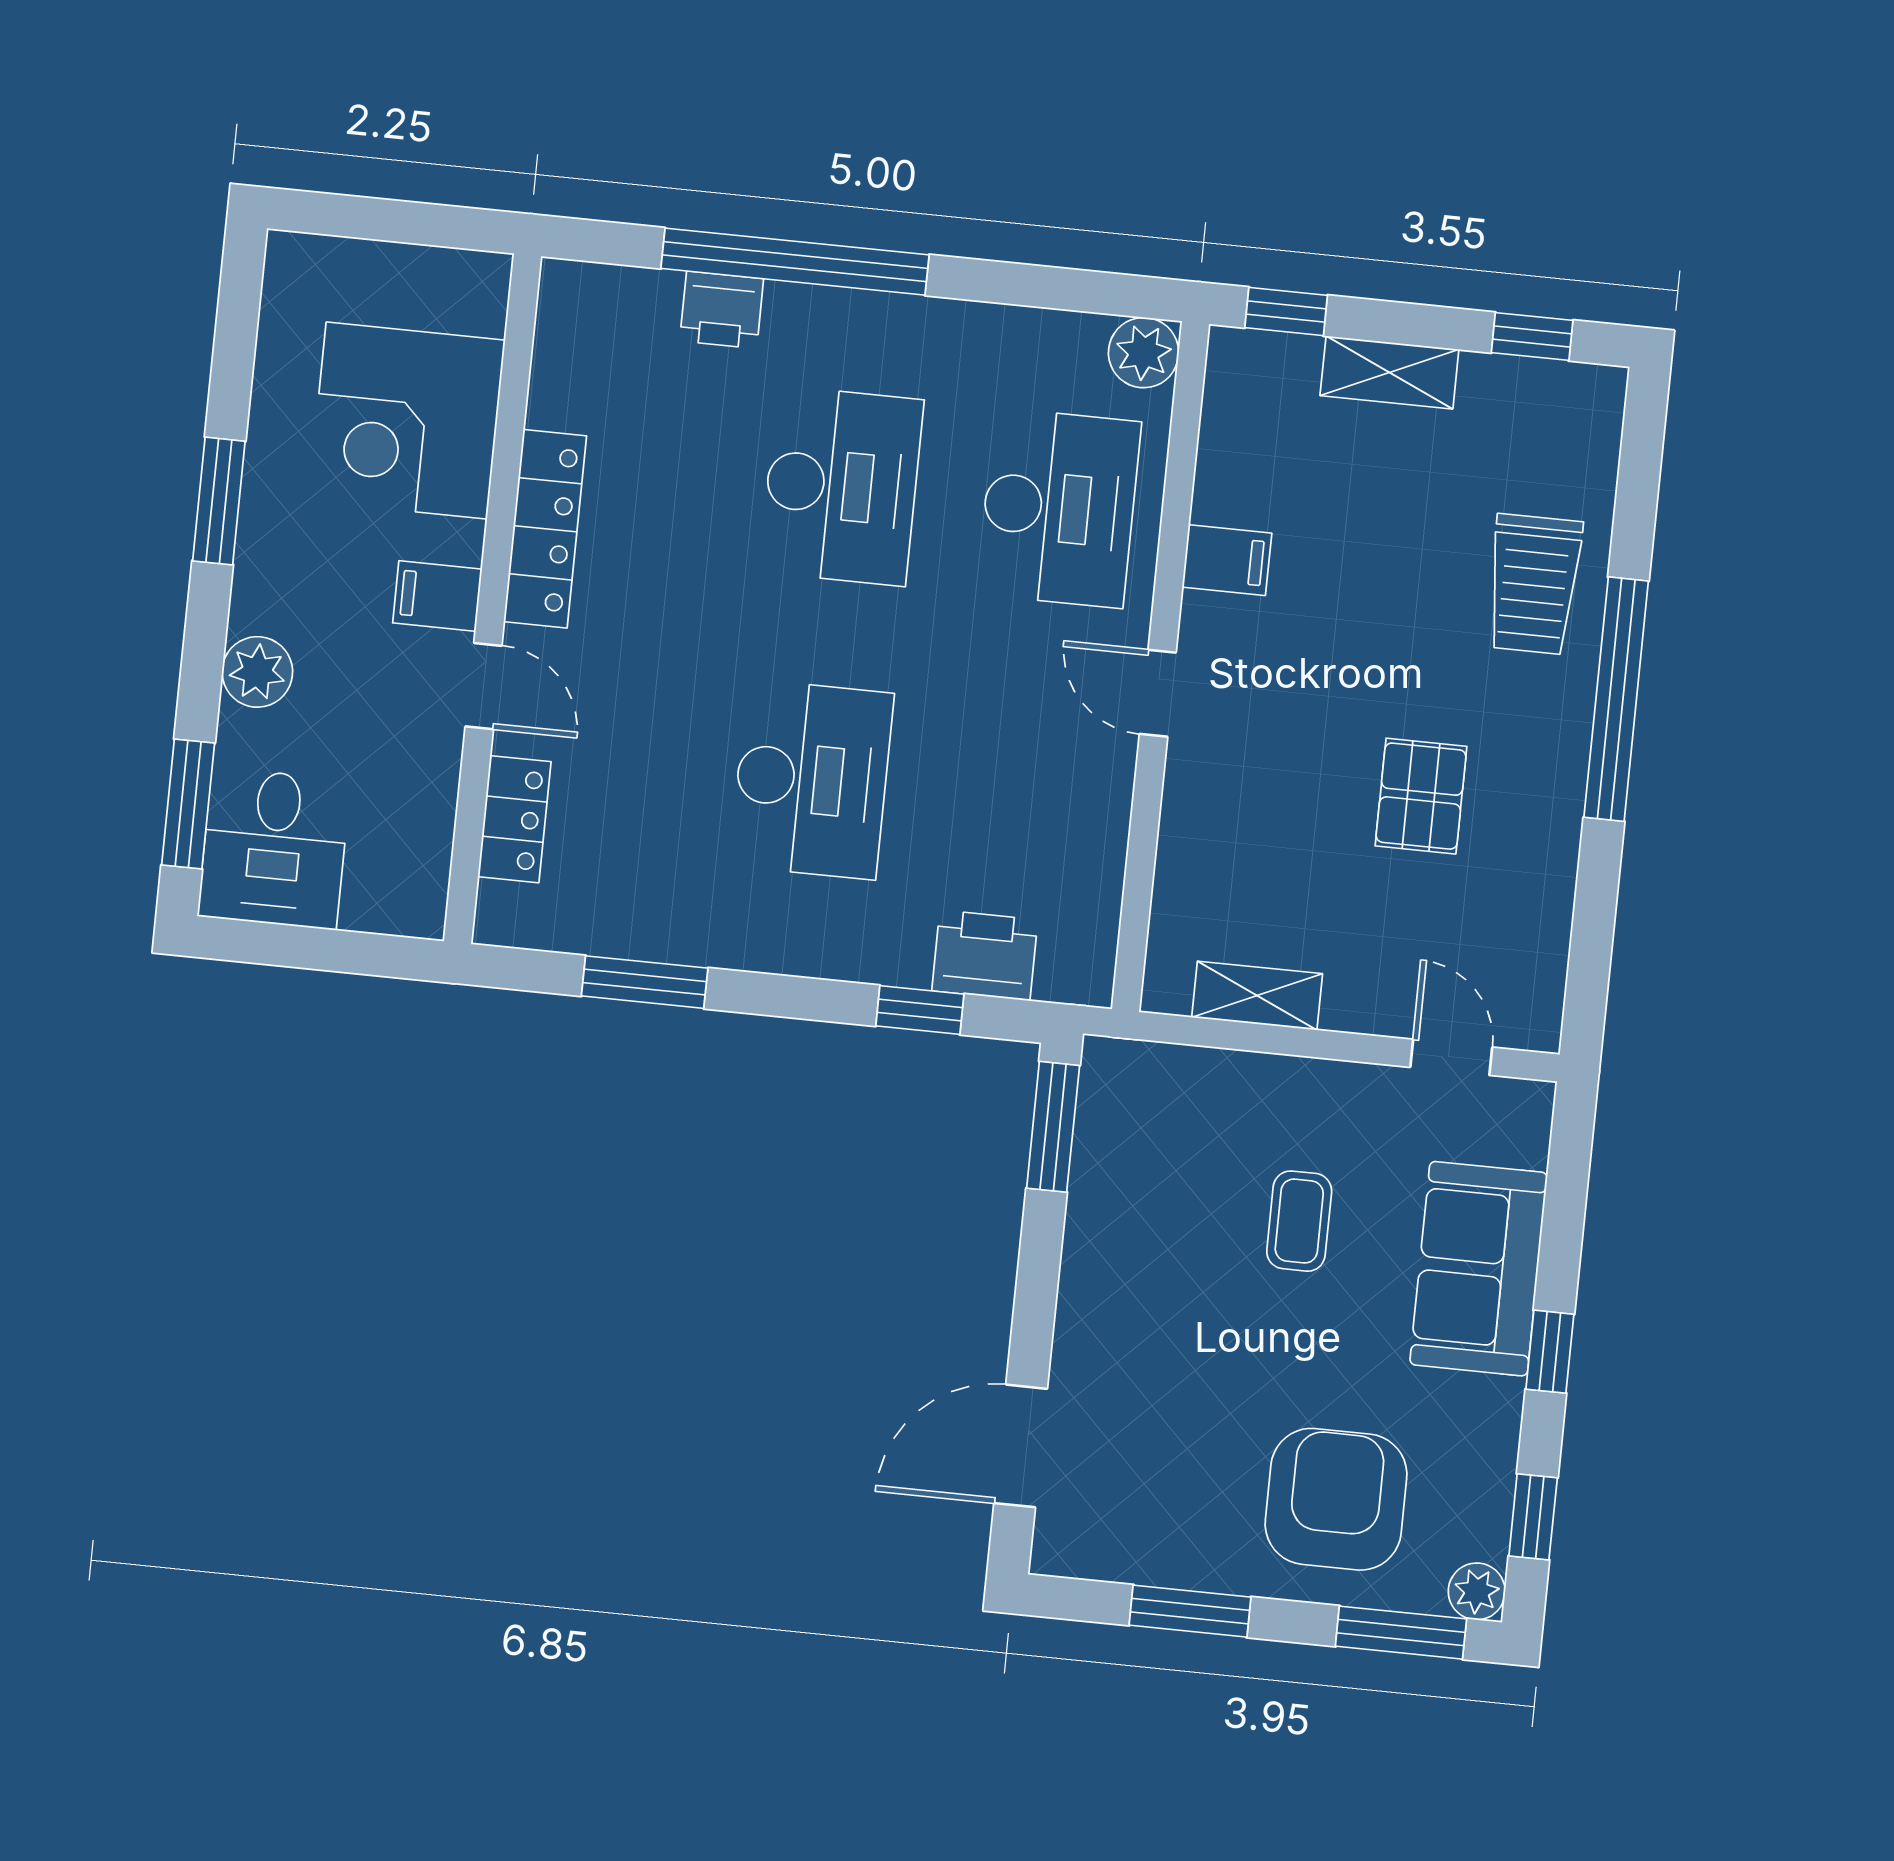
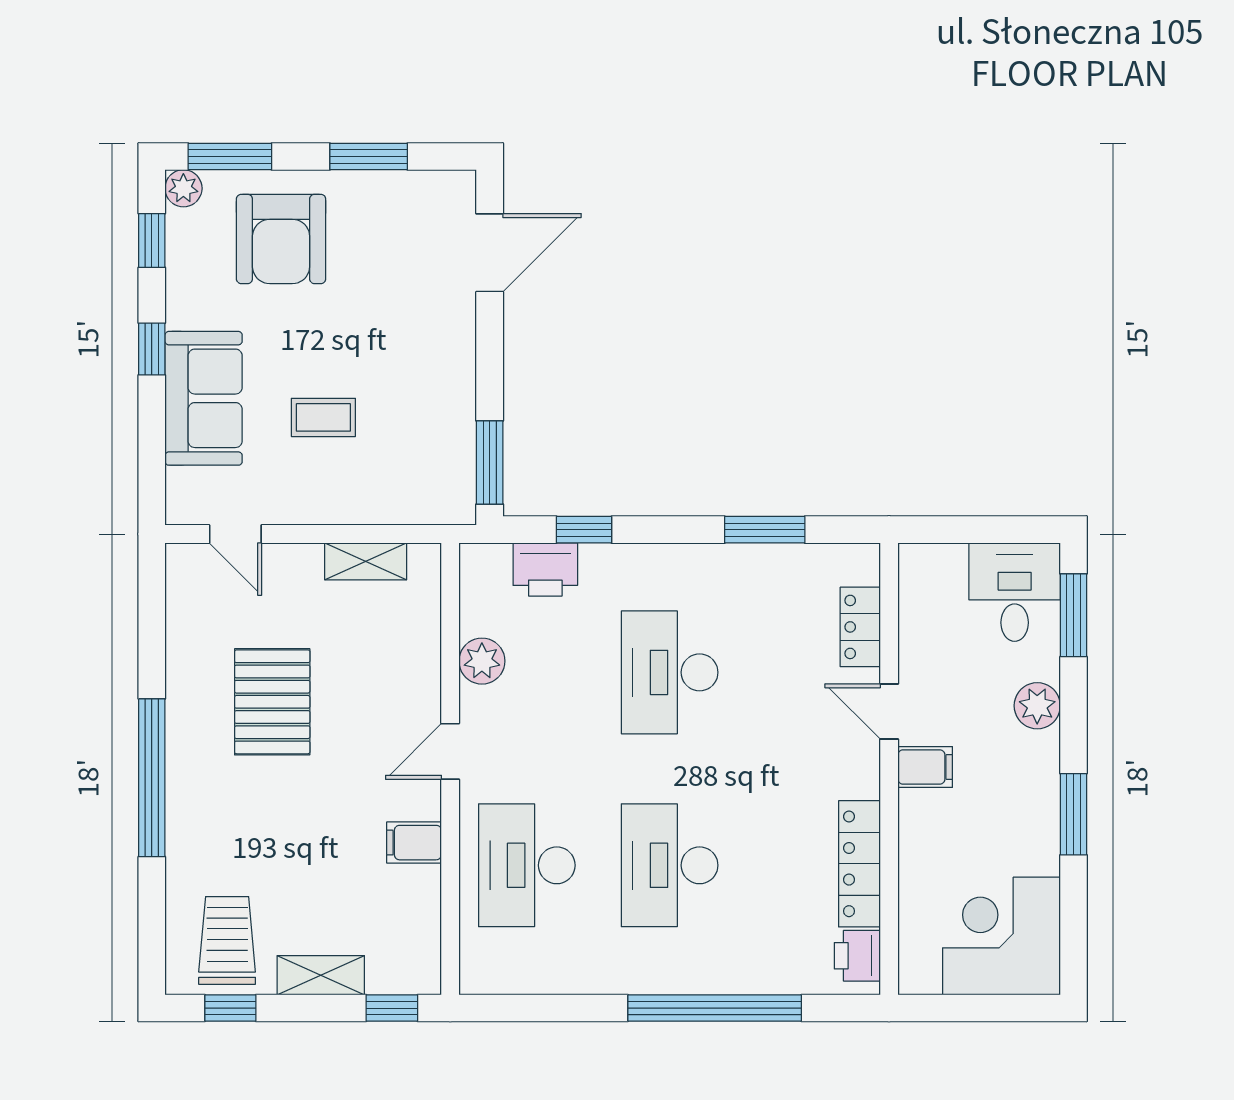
printer: (722, 310) -> (857, 956), moved, turned -90
plant: (1144, 353) -> (482, 661), moved
corner desk: (407, 421) -> (1001, 936), moved, turned -90
locker: (545, 529) -> (859, 864), moved
trolley: (1534, 584) -> (227, 940), moved
door: (1158, 693) -> (450, 751), swing flipped
pallet: (1421, 796) -> (272, 702), width x1.50, depth x1.42
coffee table: (1299, 1221) -> (323, 417), turned 90

